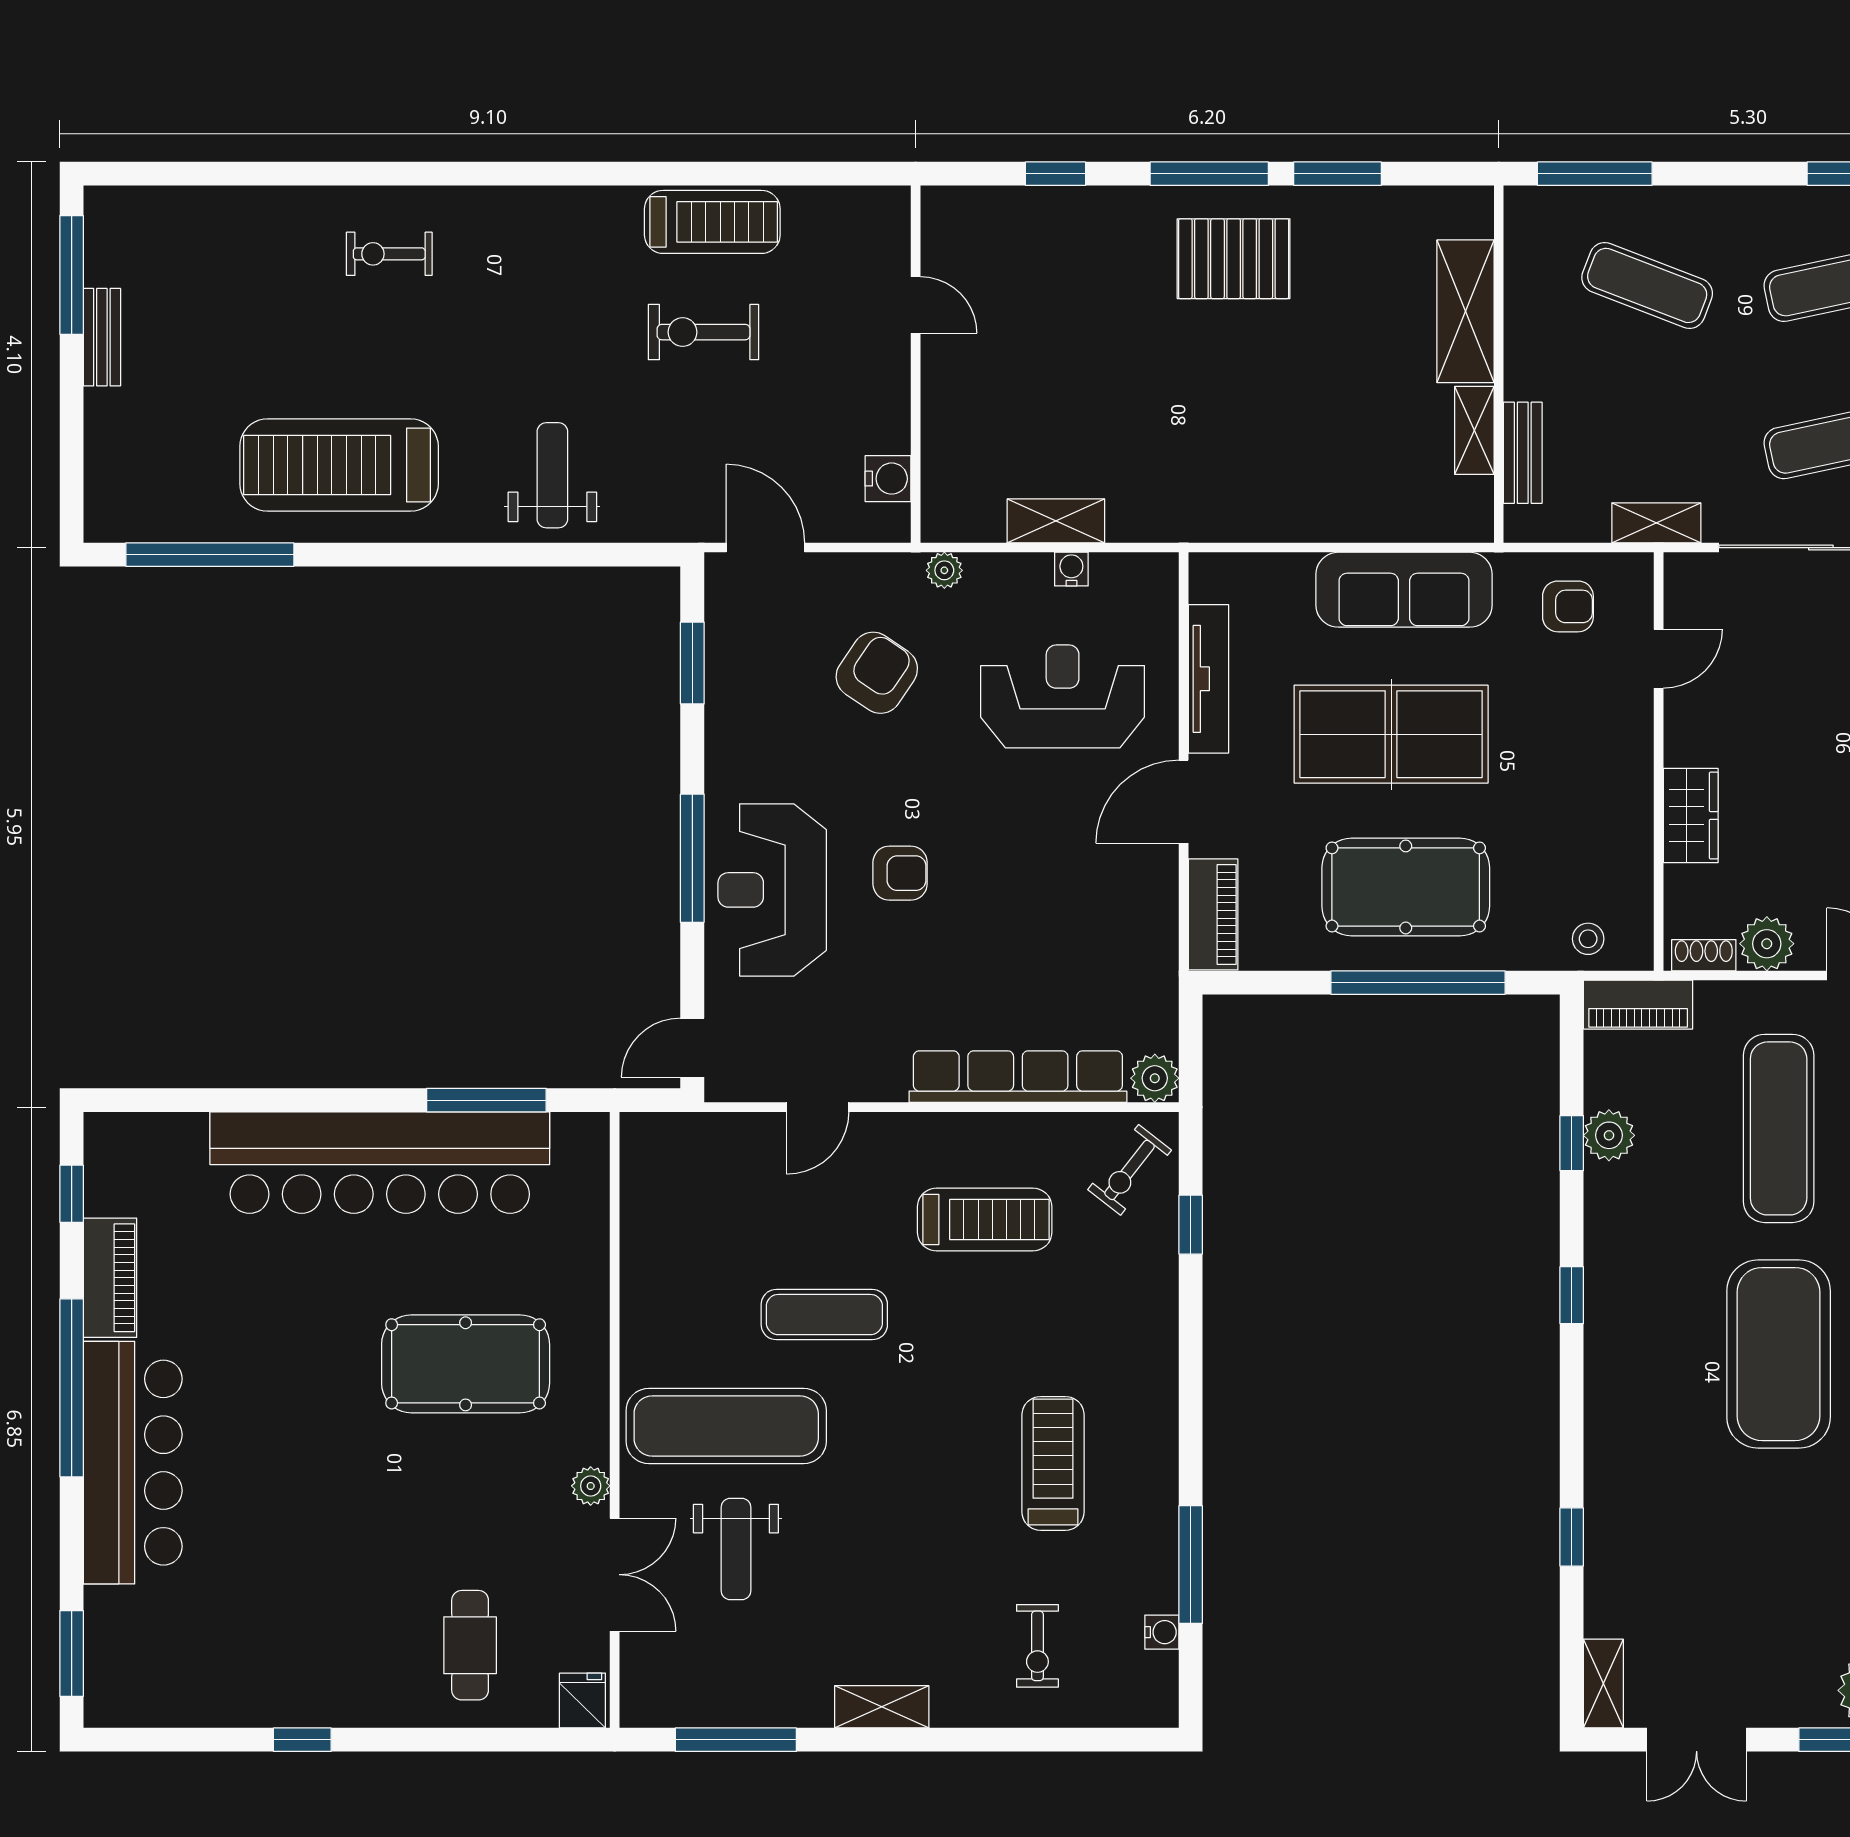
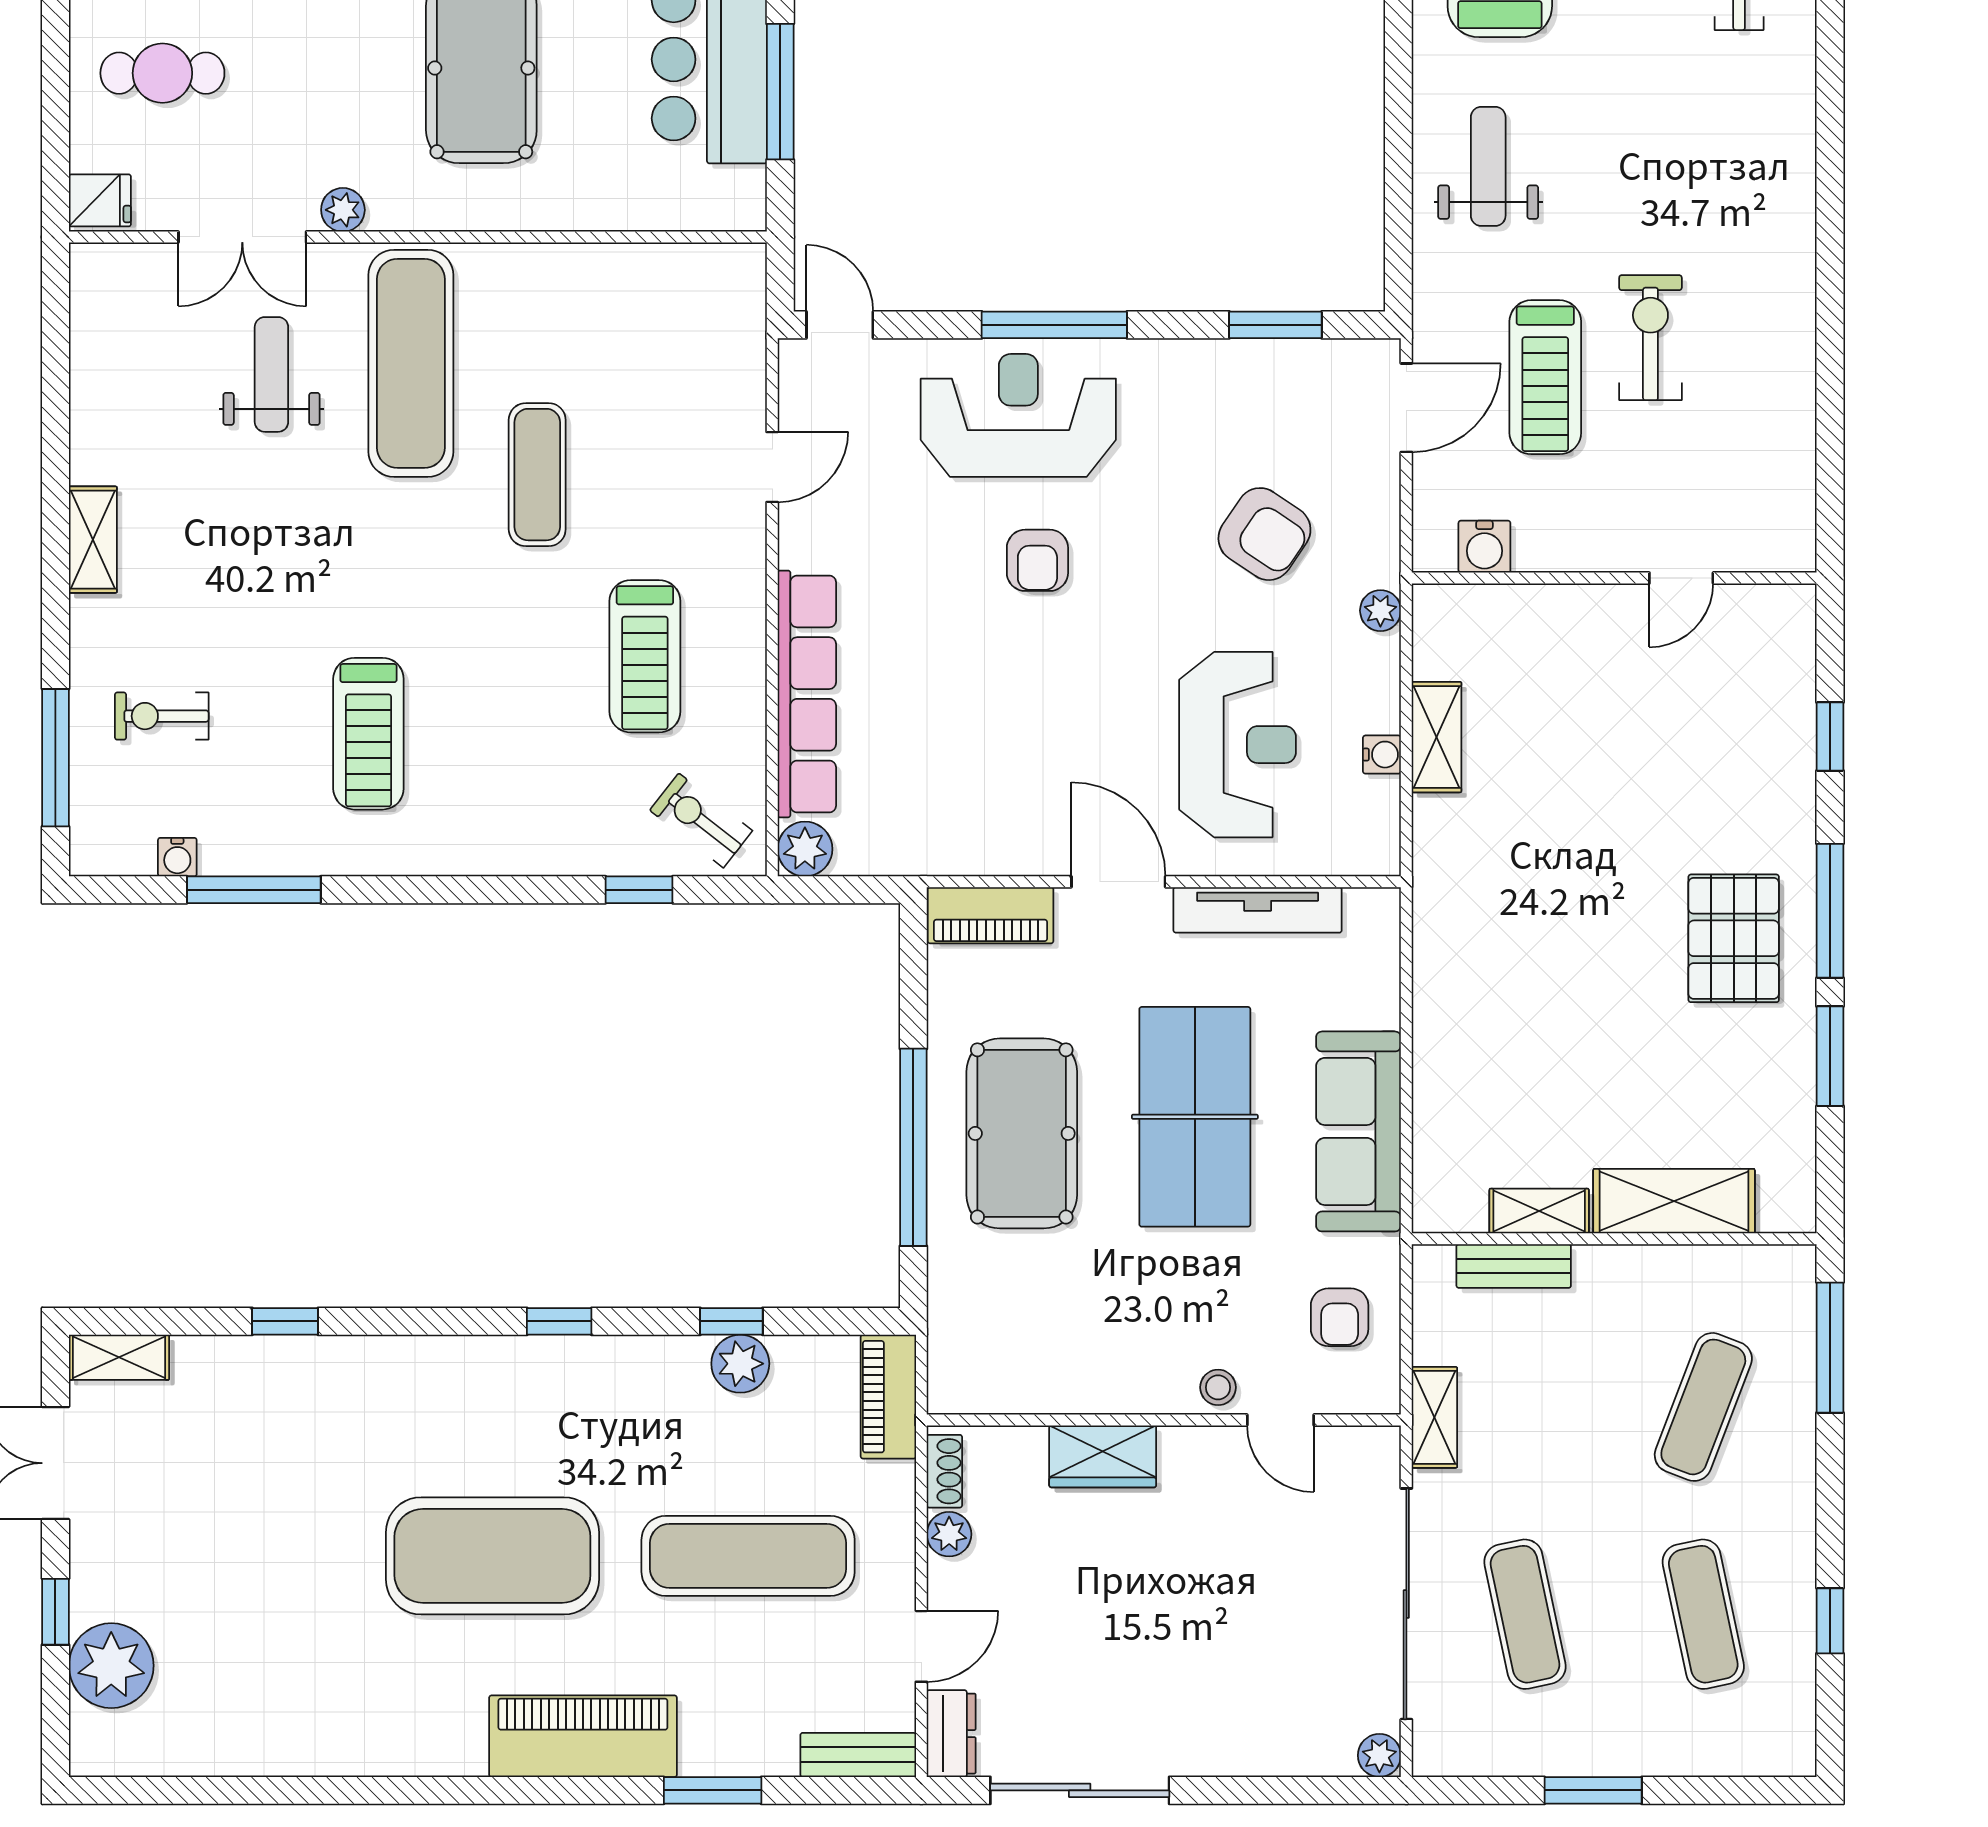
treadmill: (712, 222) -> (1545, 377), moved
weight bench: (552, 475) -> (1488, 166), turned -90
stool: (1588, 939) -> (1218, 1387), moved
plant: (1767, 944) -> (949, 1534), width x0.73, depth x0.73
door: (818, 1107) -> (772, 467), swing flipped
treadmill: (1053, 1463) -> (368, 734), turned 90
weight bench: (736, 1549) -> (271, 374), turned 90
window: (736, 1740) -> (55, 758), moved

